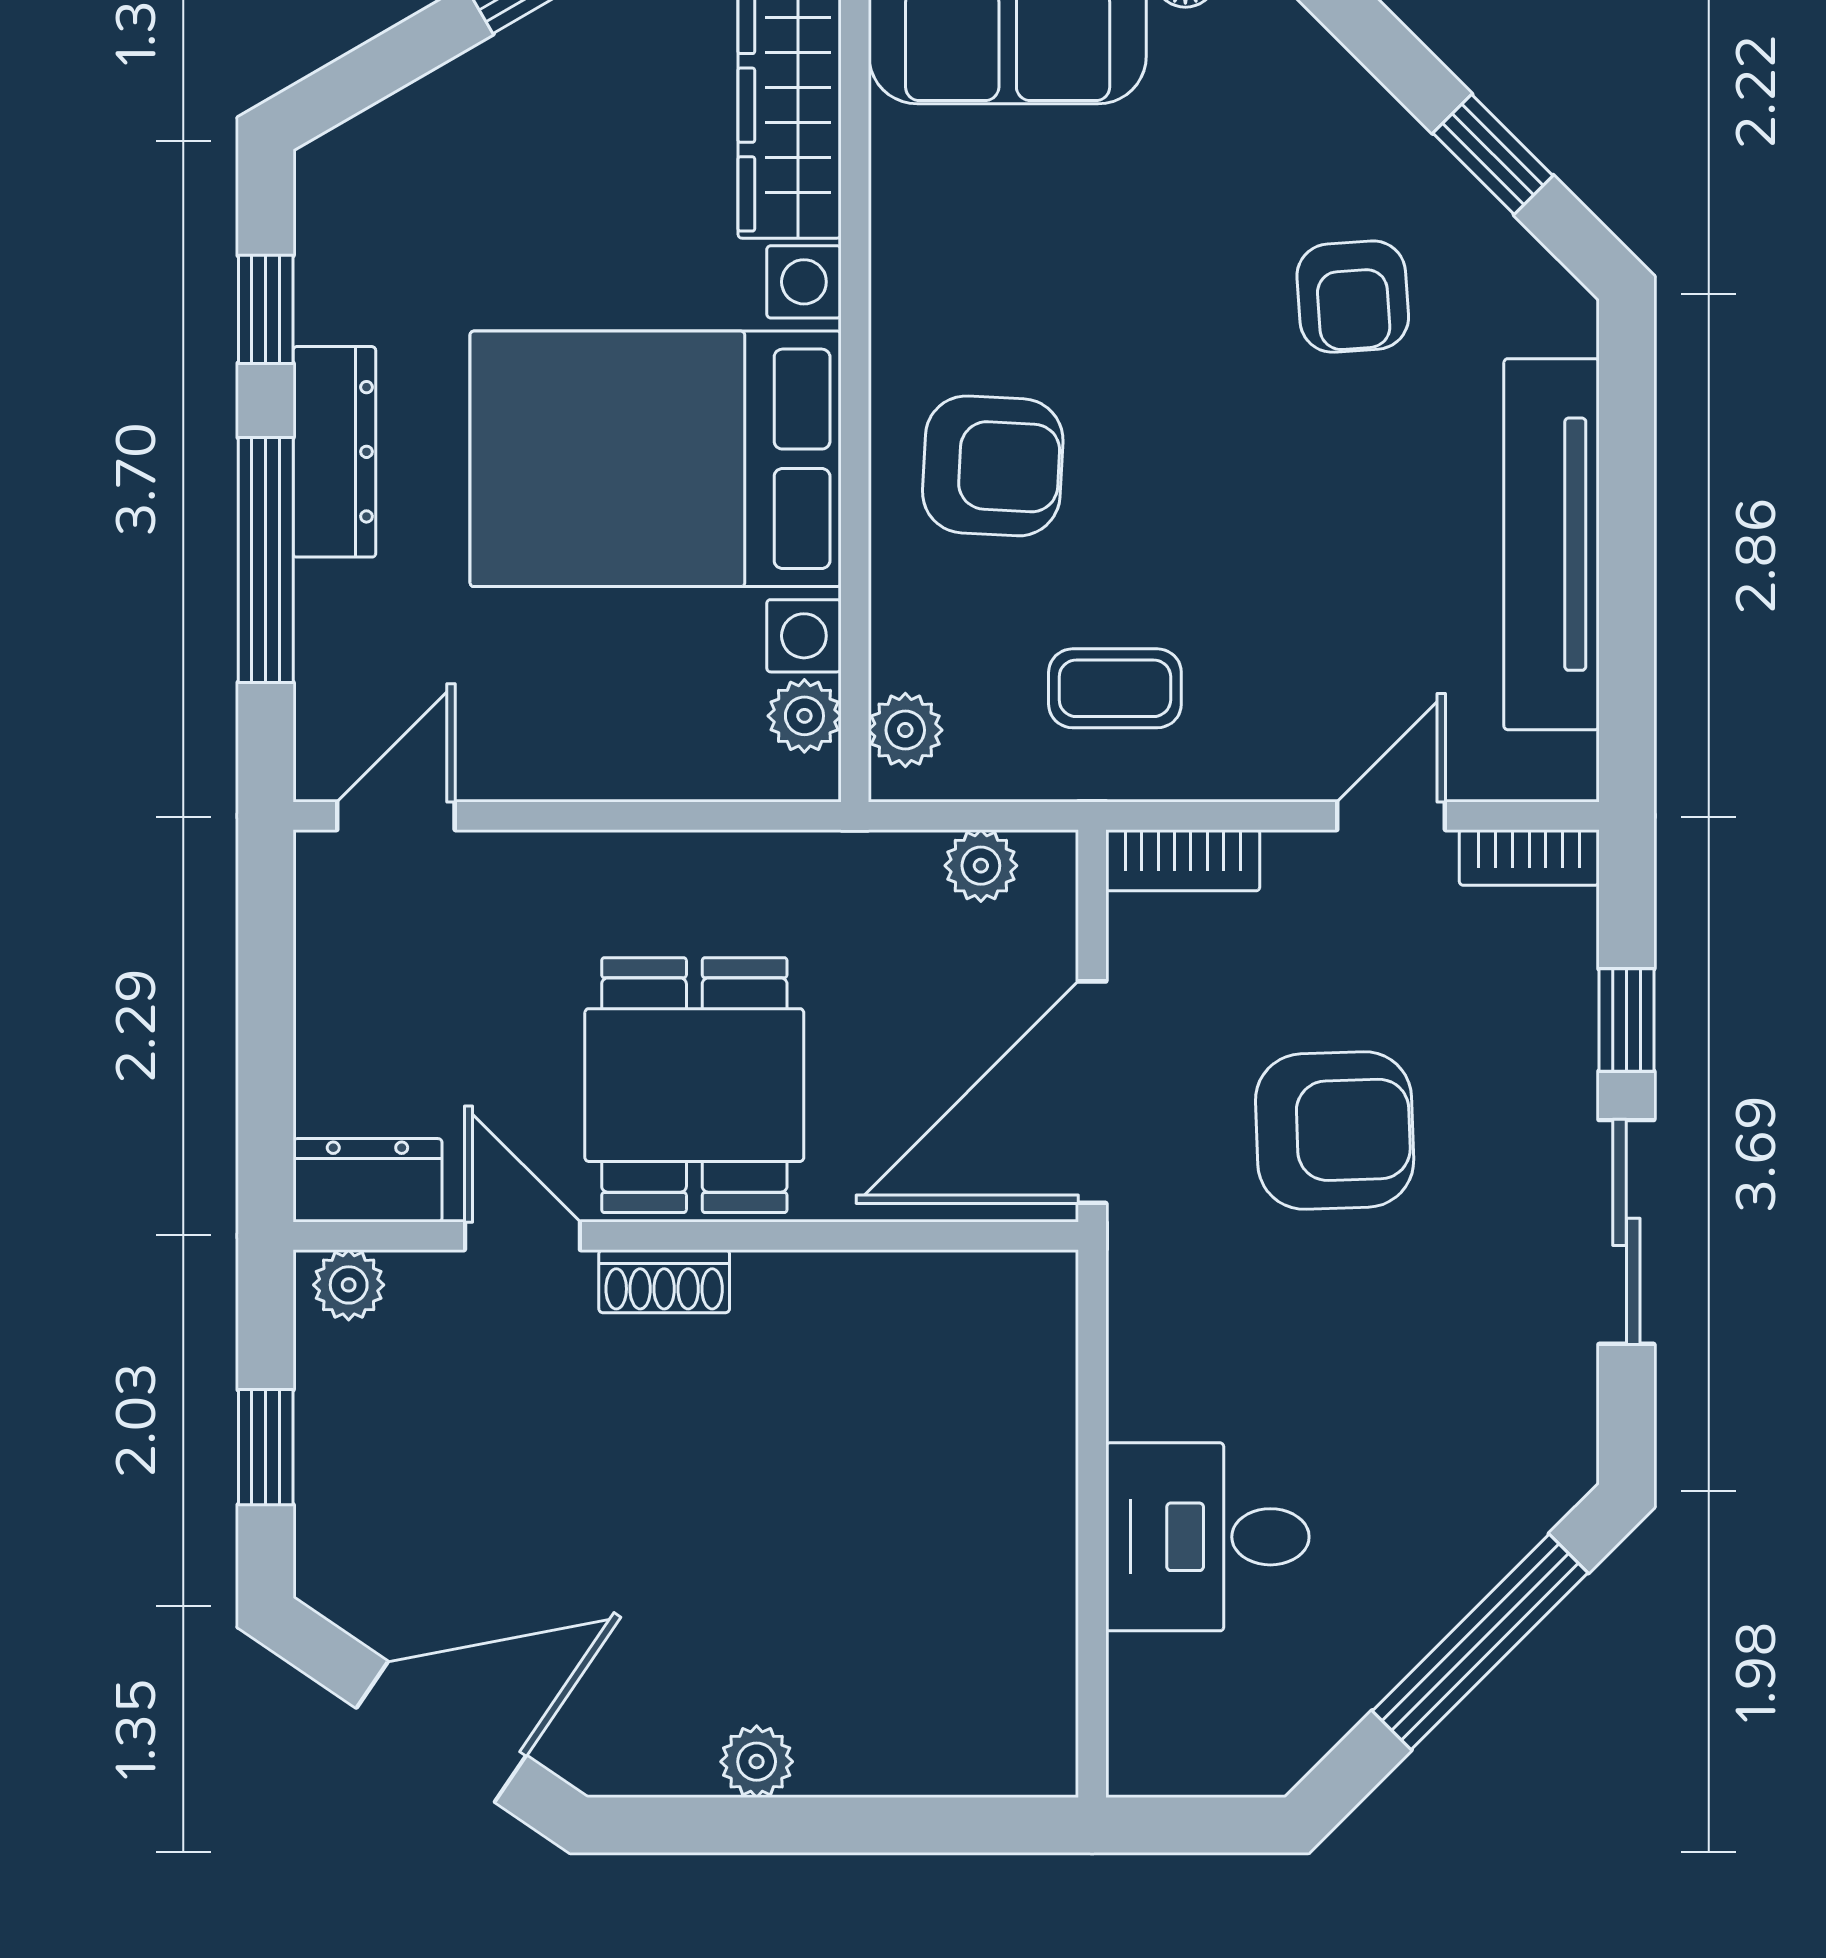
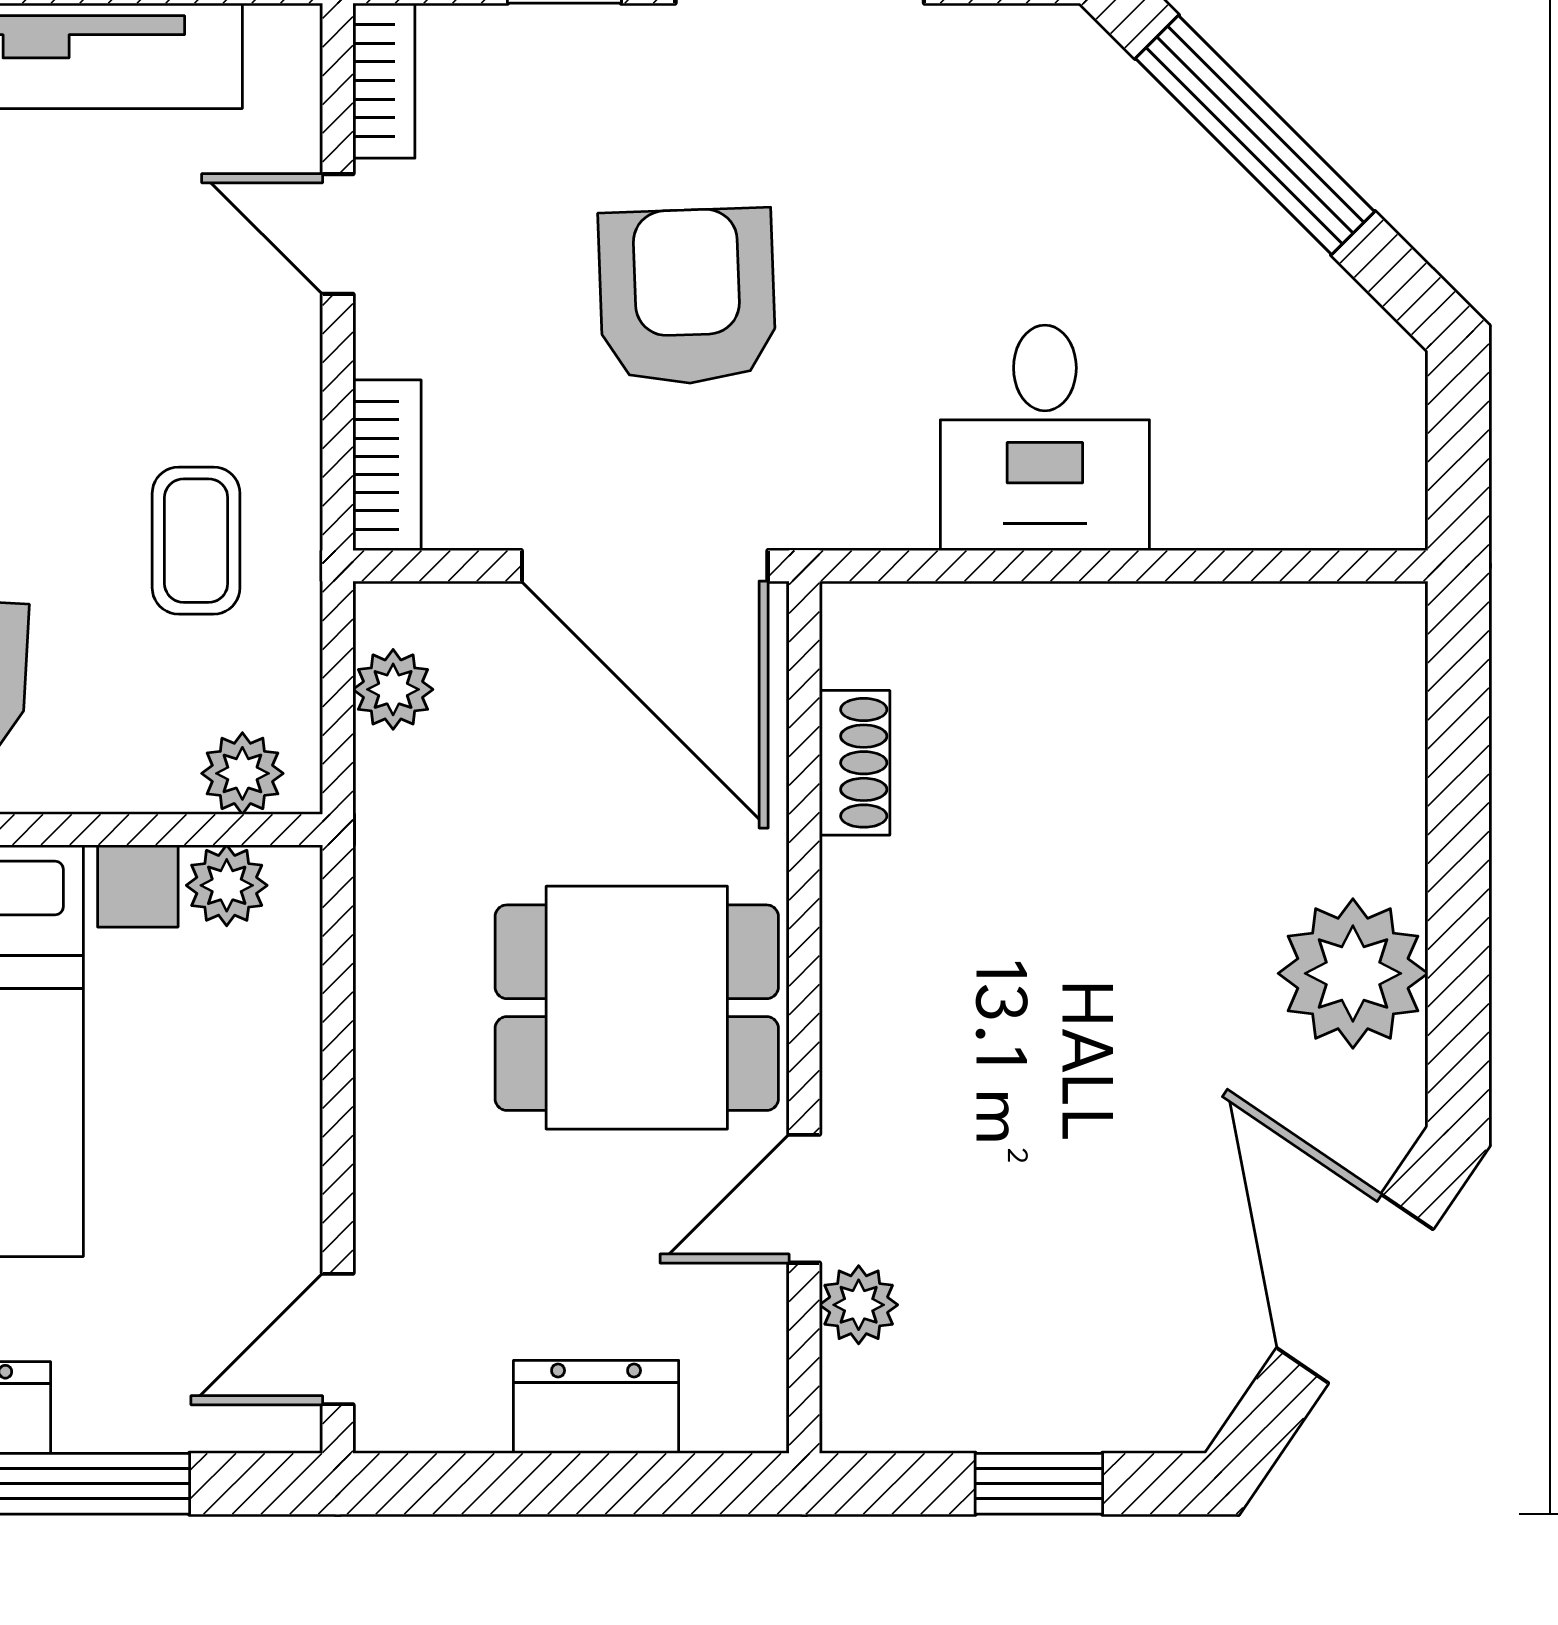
door: (396, 816) -> (338, 1339), hinge flipped
dresser: (367, 1180) -> (596, 1407), moved, turned 90
shoe rack: (664, 1281) -> (855, 763), moved
plant: (349, 1285) -> (859, 1305), moved
desk: (1207, 1537) -> (1045, 438), moved
plant: (757, 1762) -> (1353, 973), width x1.88, depth x1.88

